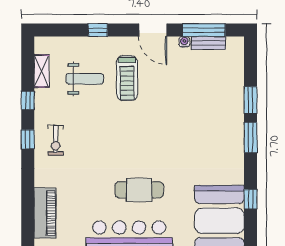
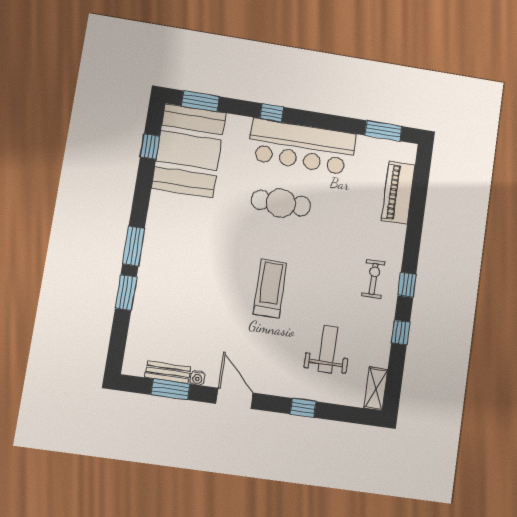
window: (204, 30) -> (170, 389), width x0.69
shelving: (42, 71) -> (376, 389), moved
treadmill: (127, 78) -> (270, 289), moved
weight bench: (85, 79) -> (328, 349), turned 90
window: (251, 199) -> (150, 146), moved

